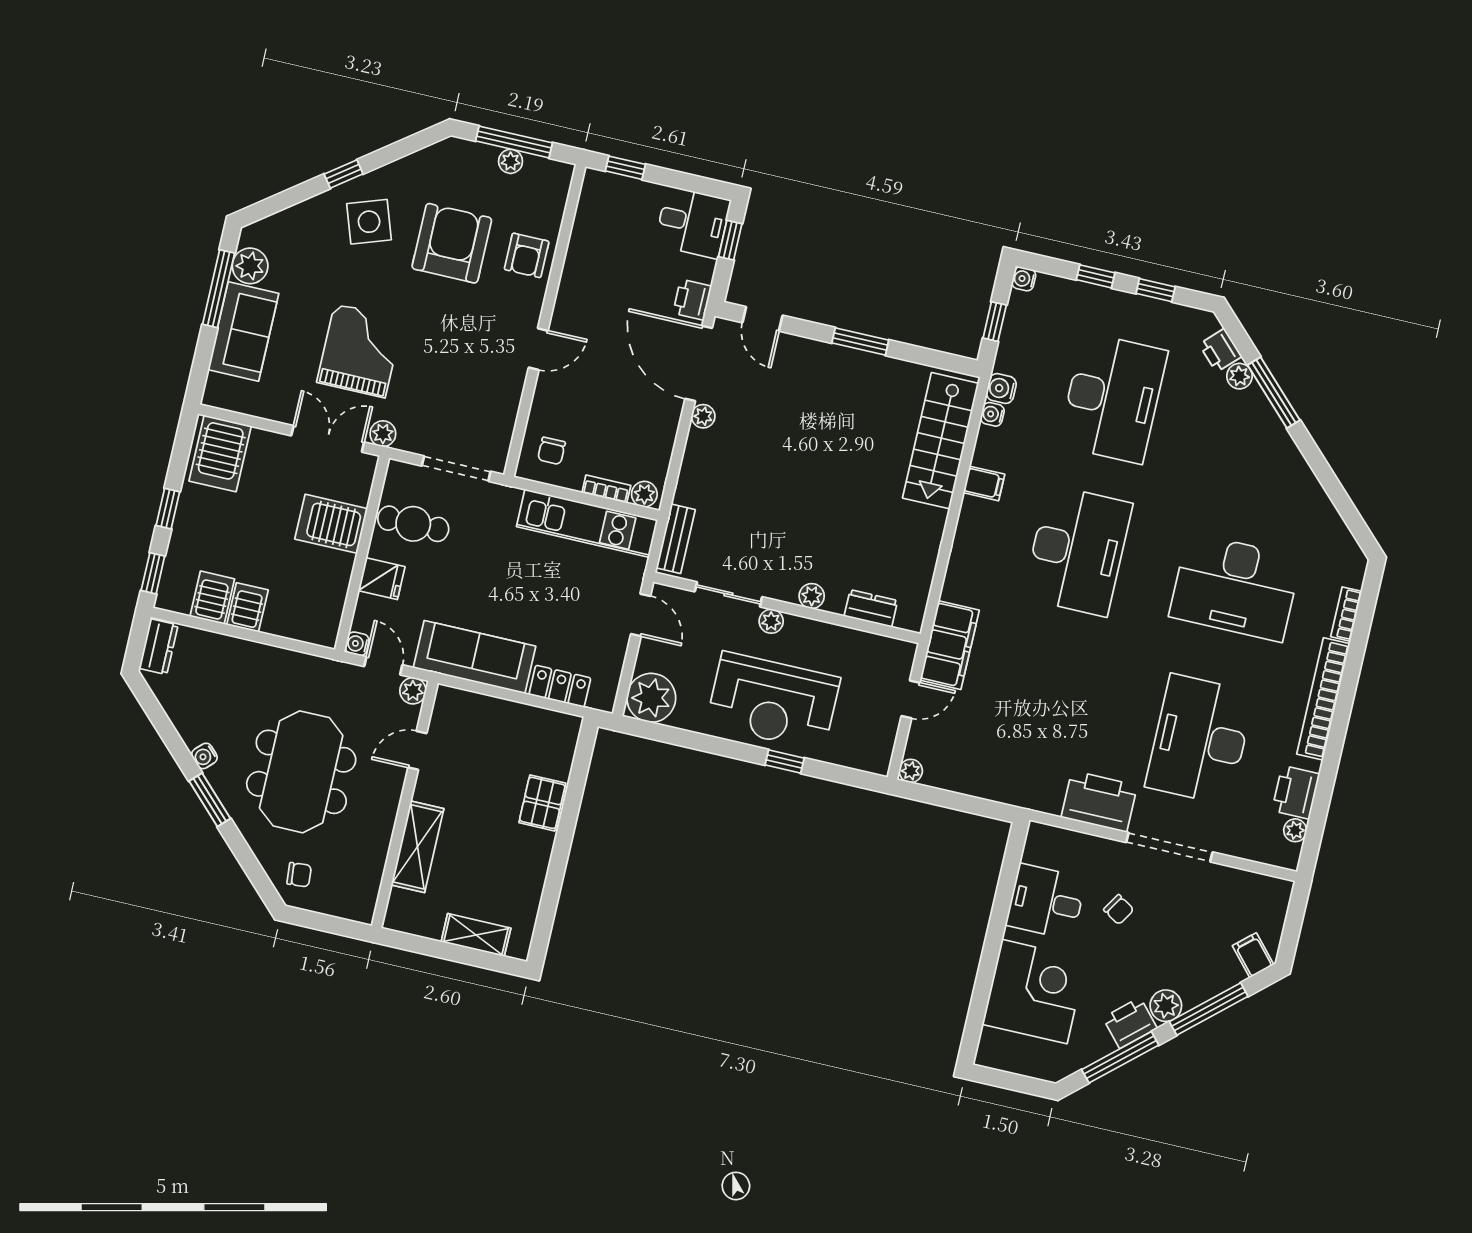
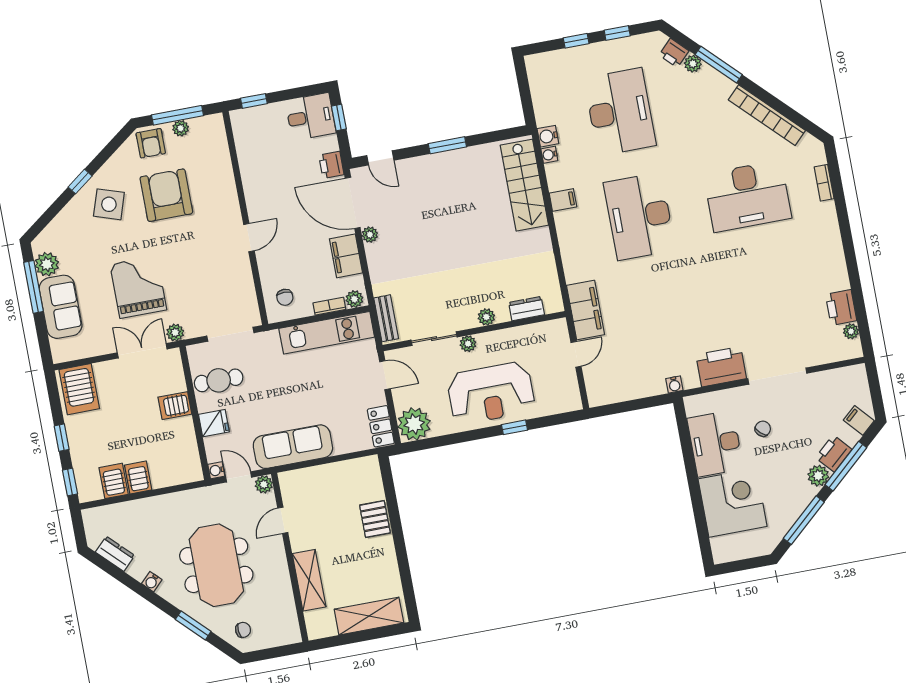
side table: (369, 222) -> (109, 204), turned 37
armchair: (527, 255) -> (151, 143), moved
water cooler: (1024, 279) -> (674, 385), moved, turned -90
window: (995, 322) -> (526, 96), removed
filing cabinet: (658, 431) -> (346, 256), added
server rack: (331, 524) -> (175, 406), width x0.73, depth x0.70
desk: (1078, 551) -> (640, 216), turned 180
dresser: (159, 647) -> (115, 554), moved, turned -45
locker: (560, 686) -> (381, 426), moved, turned -90
bookcase: (1323, 699) -> (767, 115), moved, turned -45
desk: (1200, 740) -> (767, 301), removed
plant: (911, 771) -> (596, 399), removed
window: (210, 800) -> (193, 625), moved
desk: (1046, 902) -> (715, 444), width x1.37
chair: (1119, 910) -> (763, 429), turned -78
shelving: (476, 935) -> (369, 616), width x1.50, depth x1.33
printer: (1130, 1023) -> (834, 453), moved

